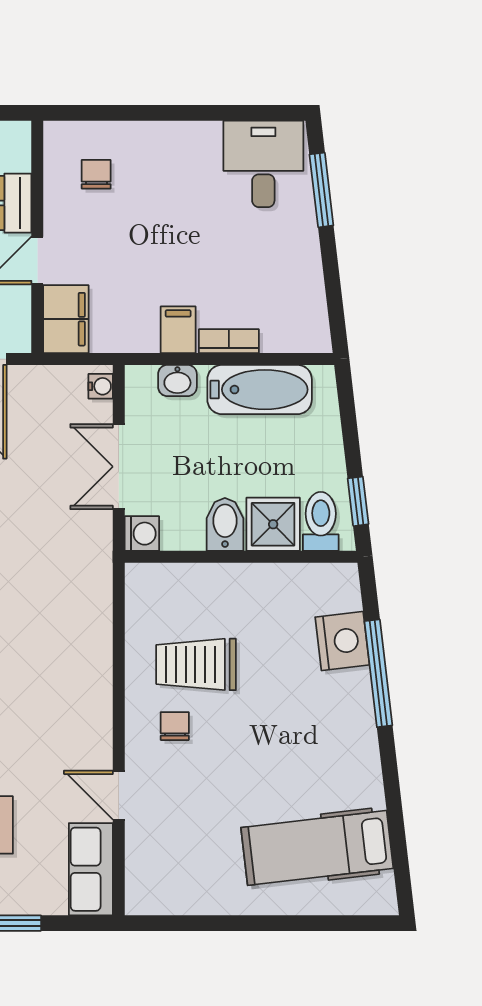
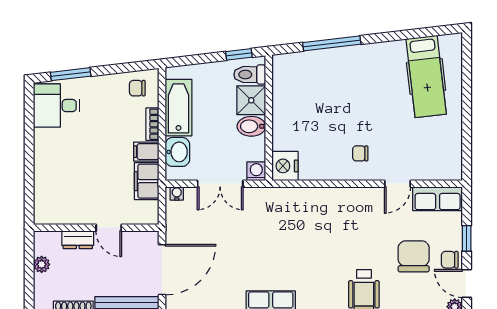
chair: (96, 174) -> (137, 88), moved
filing cabinet: (66, 319) -> (147, 181), moved, turned -90
washbasin: (177, 381) -> (177, 152), width x1.38, depth x1.45
nightstand: (342, 641) -> (285, 166), moved, turned -83
trolley: (196, 664) -> (327, 142), removed

